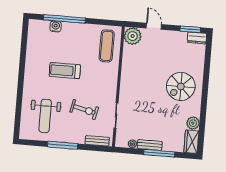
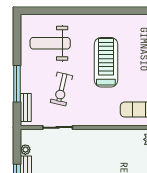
treadmill: (65, 71) -> (106, 62), width x1.37, depth x1.37
window: (63, 145) -> (17, 84), moved

